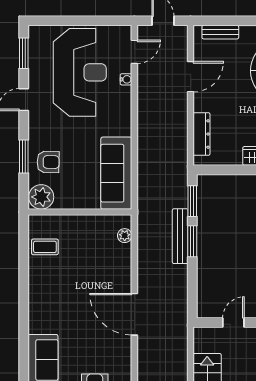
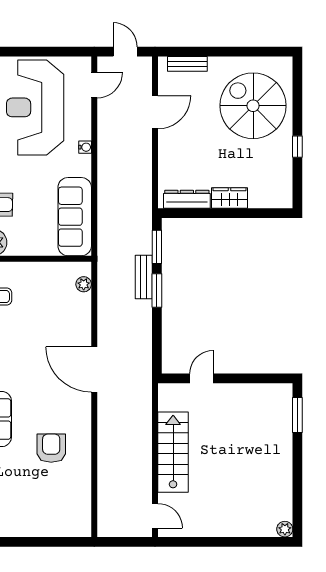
reception desk: (80, 72) -> (35, 107), turned 180
water cooler: (126, 79) -> (85, 147), moved
dresser: (202, 134) -> (187, 199), moved, turned -90
bench: (180, 236) -> (144, 277), width x0.73

